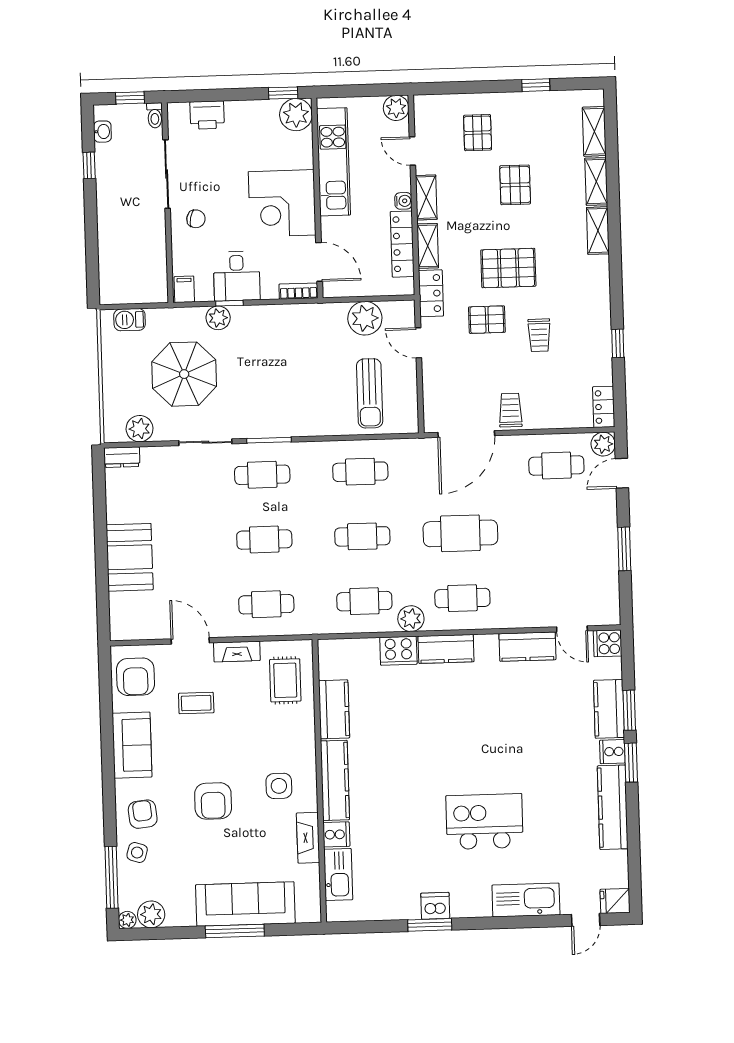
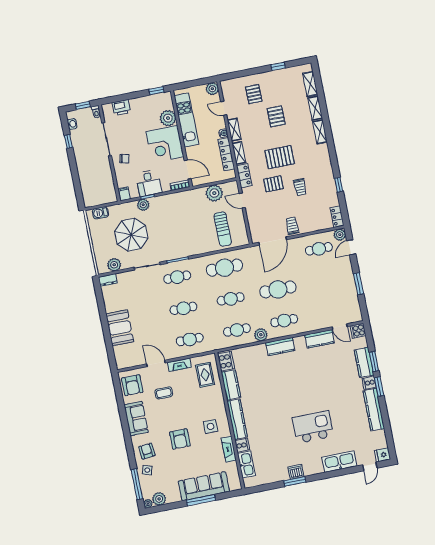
plant: (296, 115) -> (168, 118), moved
cafe table: (360, 472) -> (224, 268), width x1.37, depth x1.35
cooker: (398, 651) -> (226, 361), moved, turned -90

